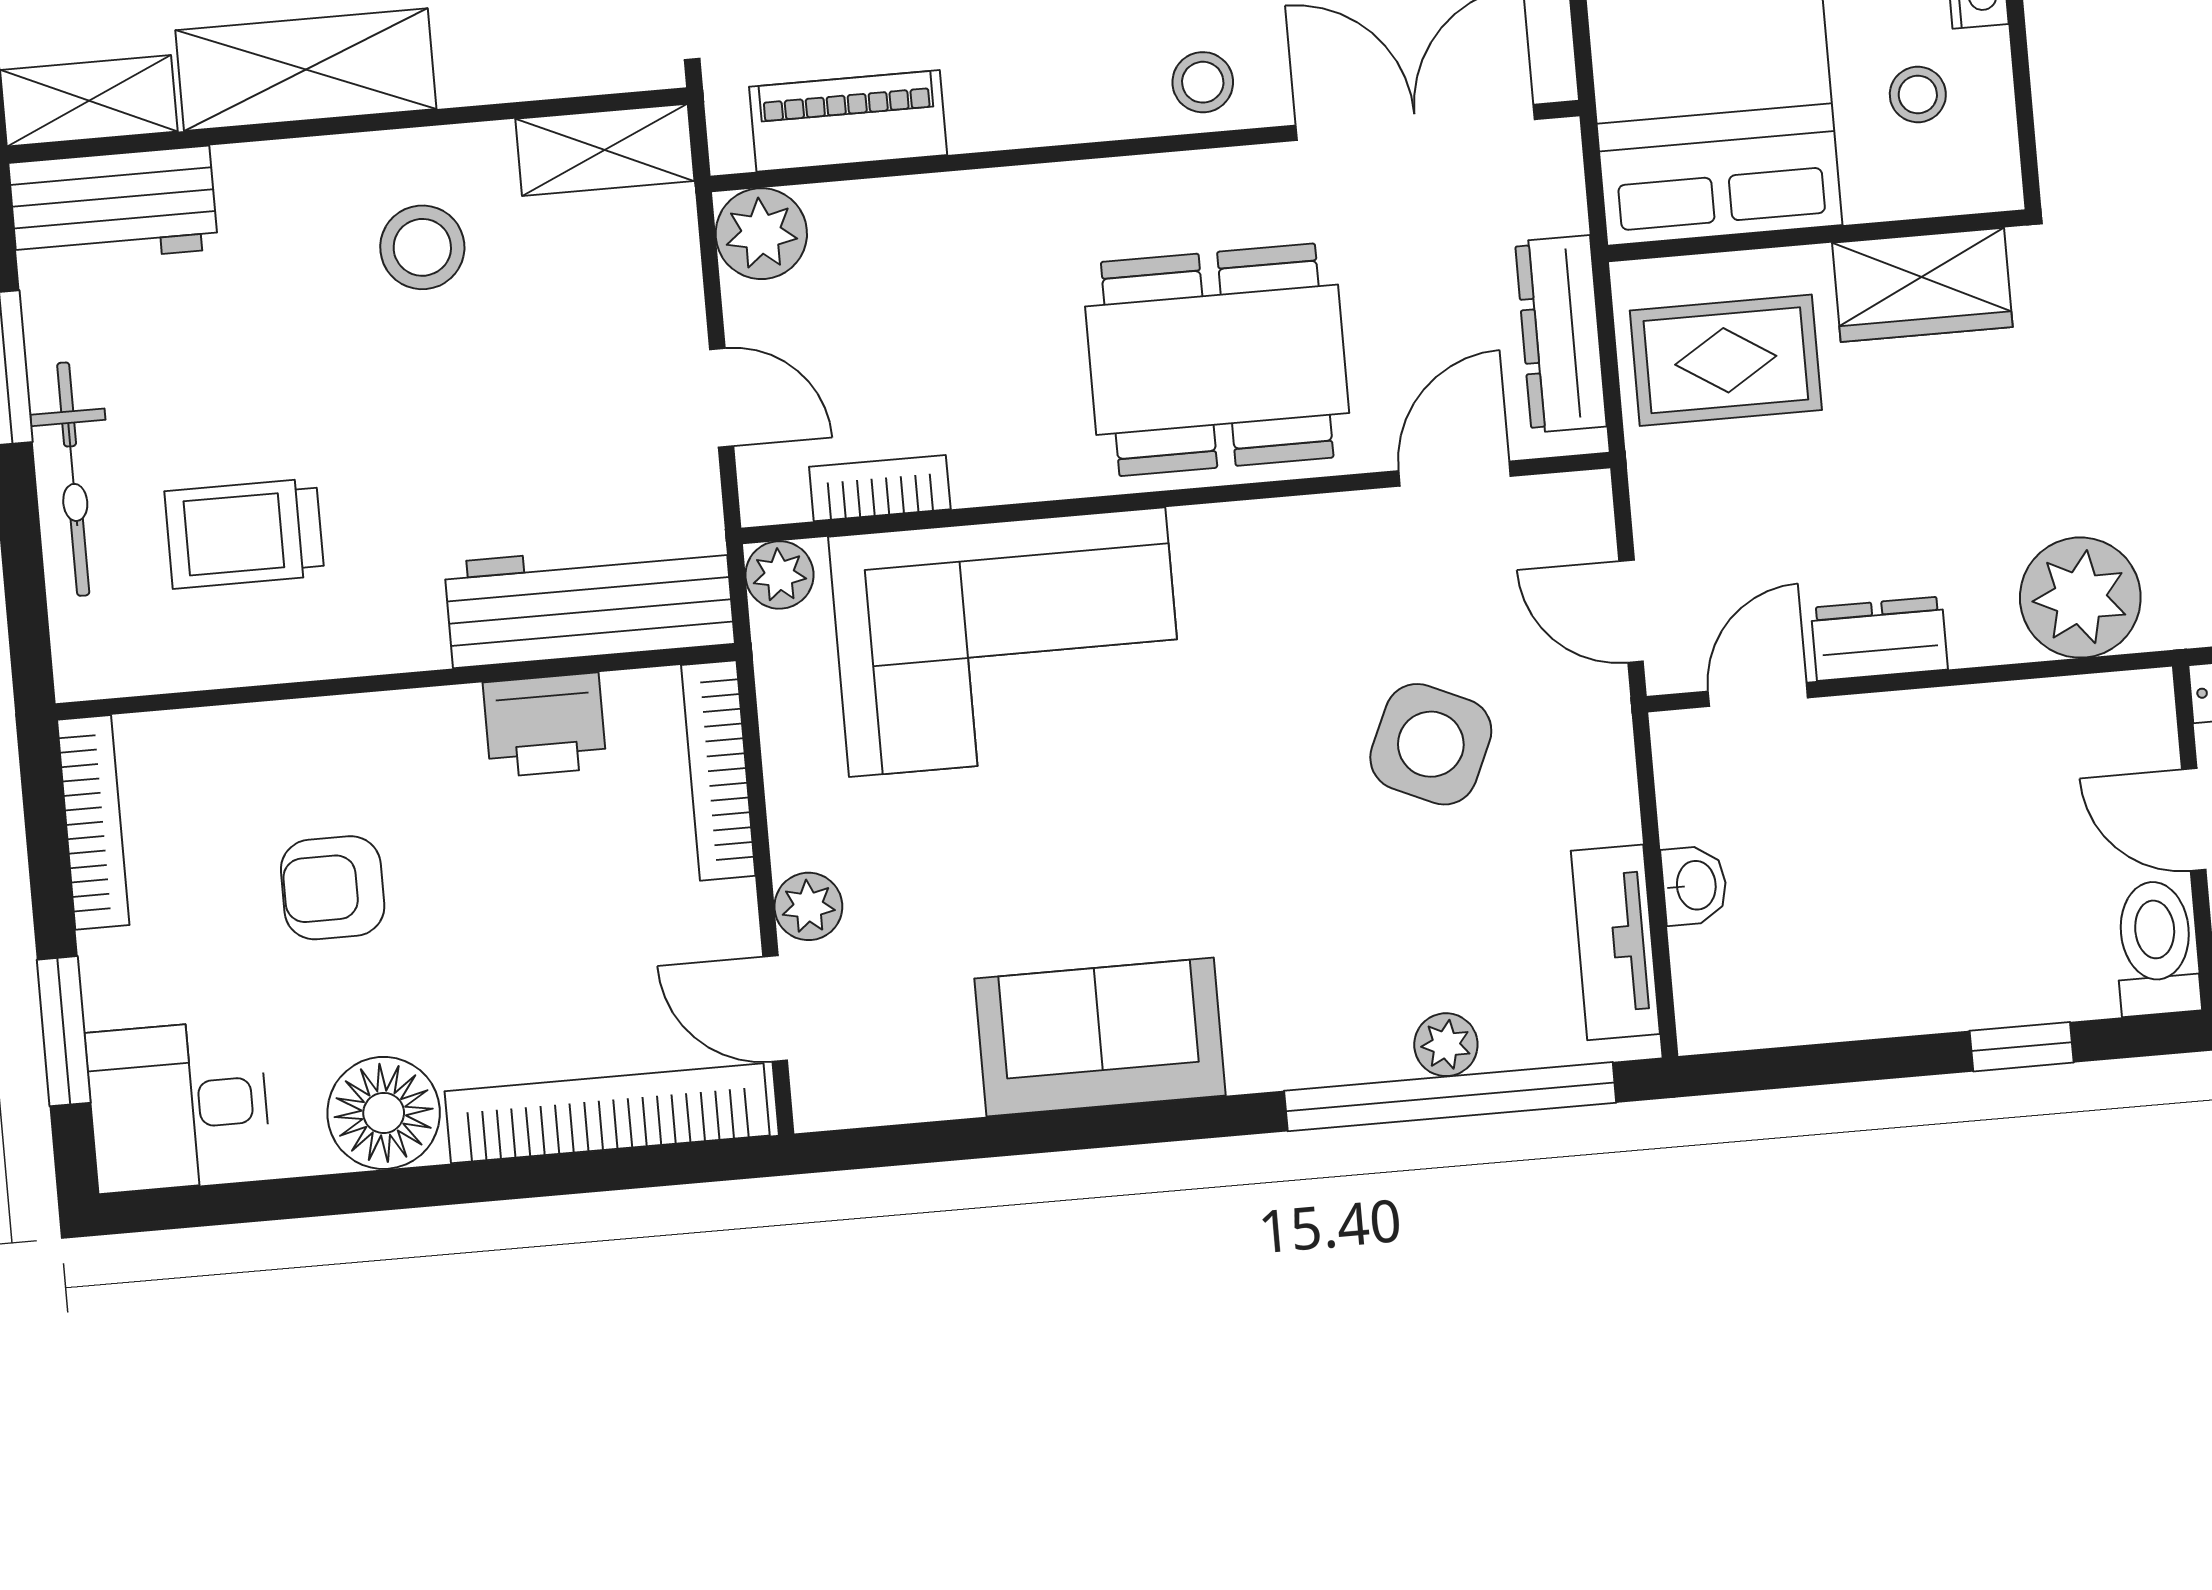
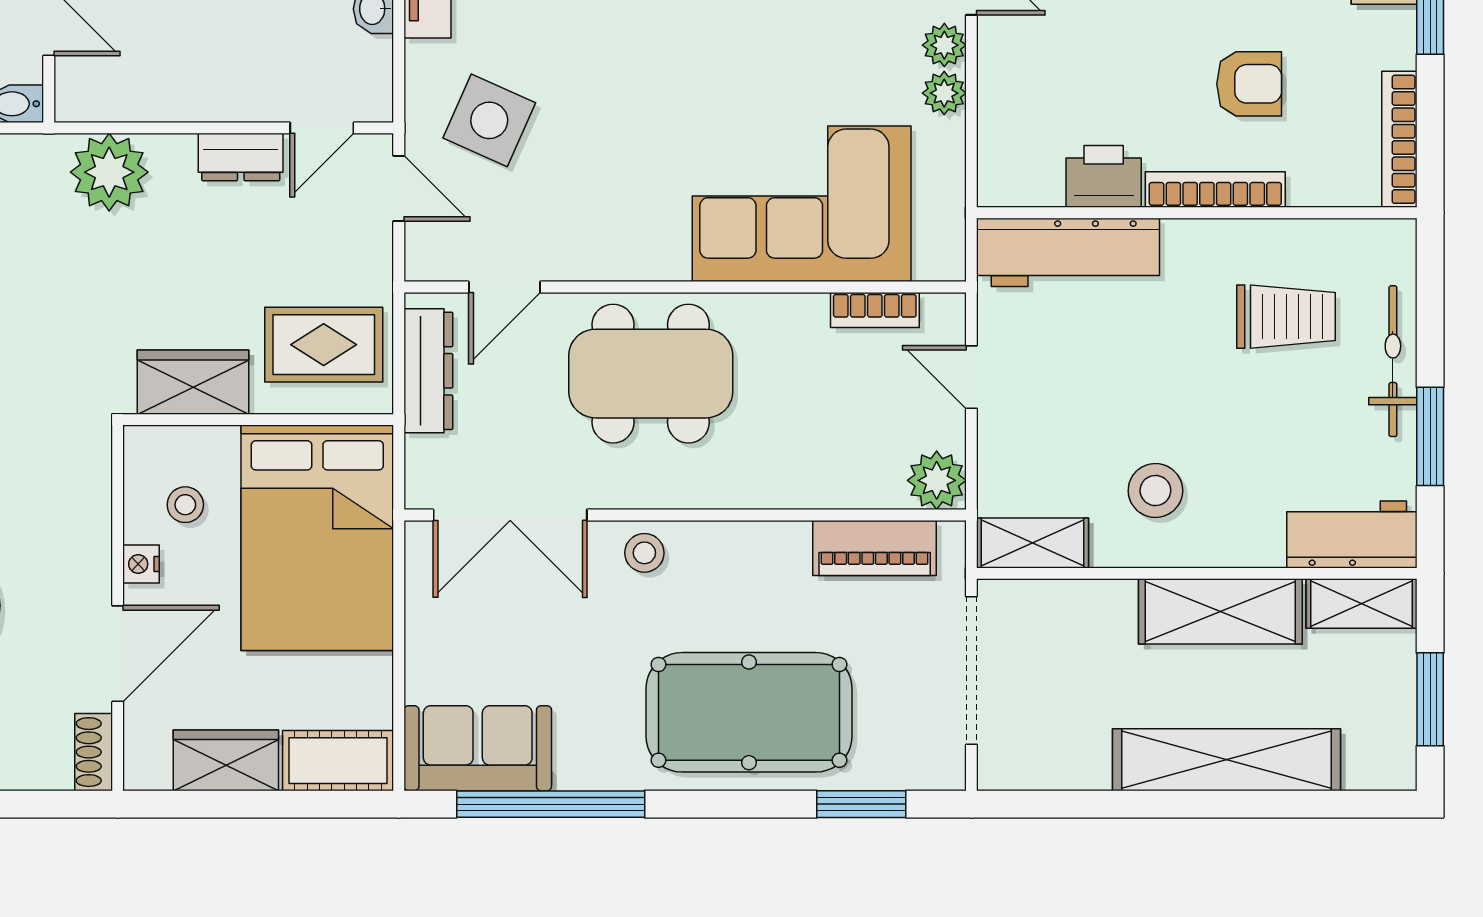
plant: (779, 575) -> (944, 93), moved
side table: (1431, 744) -> (489, 120), moved
bookcase: (718, 770) -> (1215, 190), moved, turned -90

